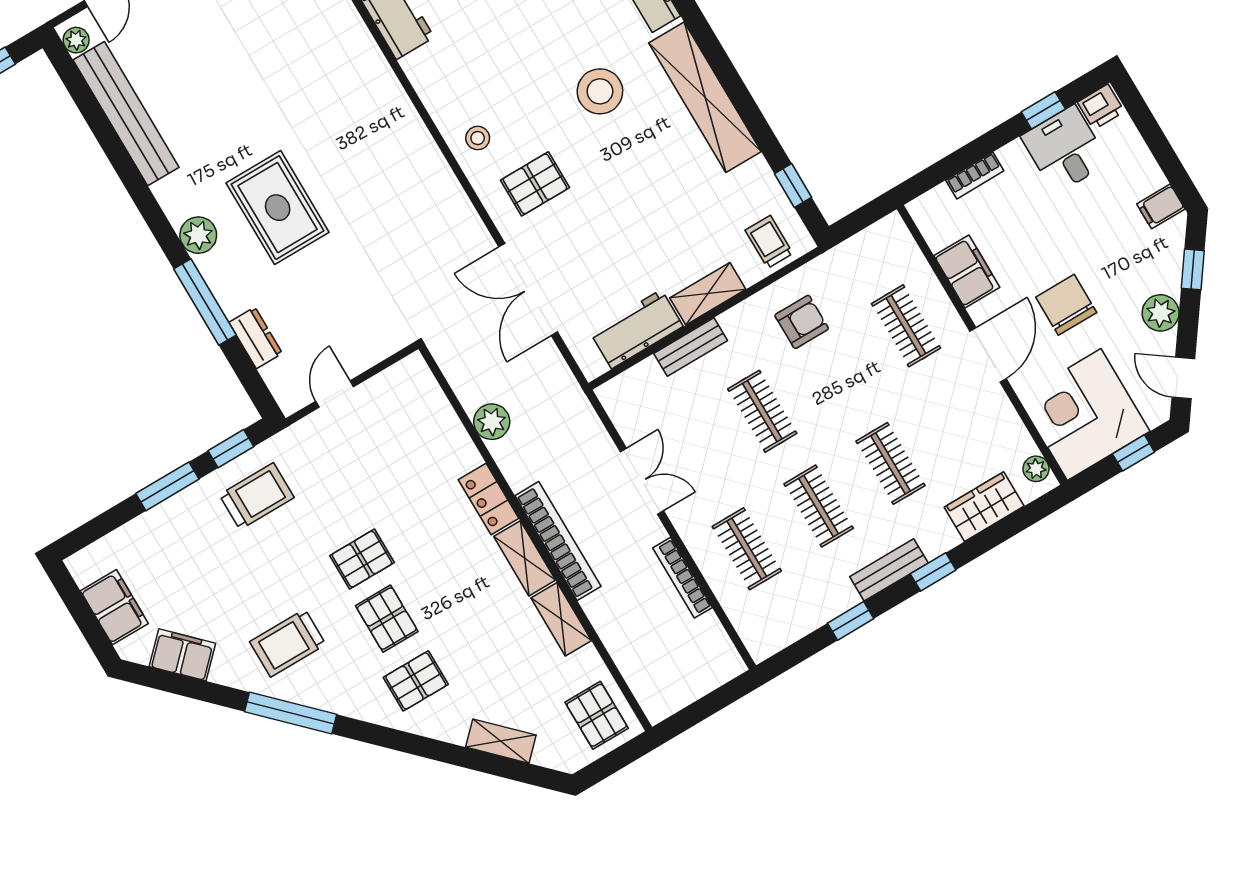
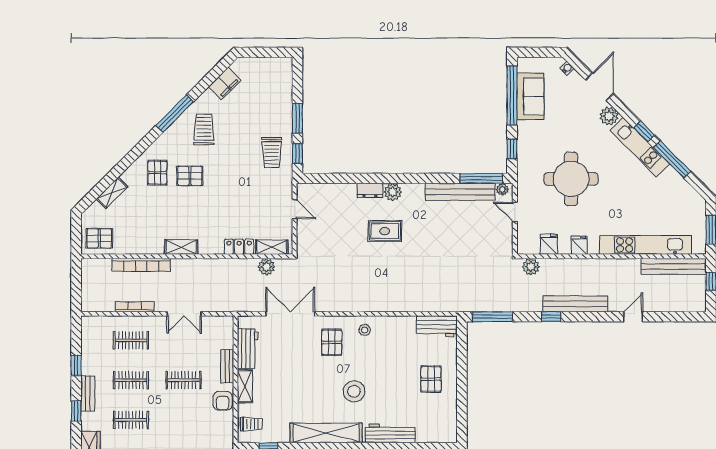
rug: (278, 208) -> (385, 231), width x0.73, depth x0.70
window: (205, 302) -> (481, 178), moved
armchair: (802, 322) -> (223, 401), moved
dresser: (256, 338) -> (370, 190), moved
plant: (492, 422) -> (266, 267), moved
locker: (489, 499) -> (239, 247), moved
bookcase: (558, 541) -> (141, 265), moved
pallet: (362, 559) -> (220, 180), removed
filing cabinet: (114, 607) -> (261, 67), removed
shelving: (561, 619) -> (272, 247), moved

